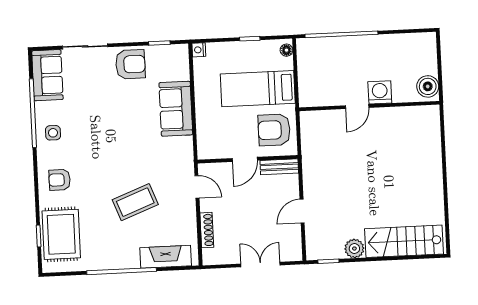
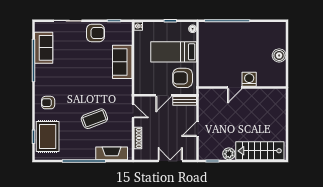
sofa: (47, 75) -> (44, 48), moved
washing machine: (380, 92) -> (249, 79), moved
wall: (369, 106) -> (242, 87), moved
door: (357, 107) -> (235, 87), moved
side table: (53, 133) -> (45, 73), removed

